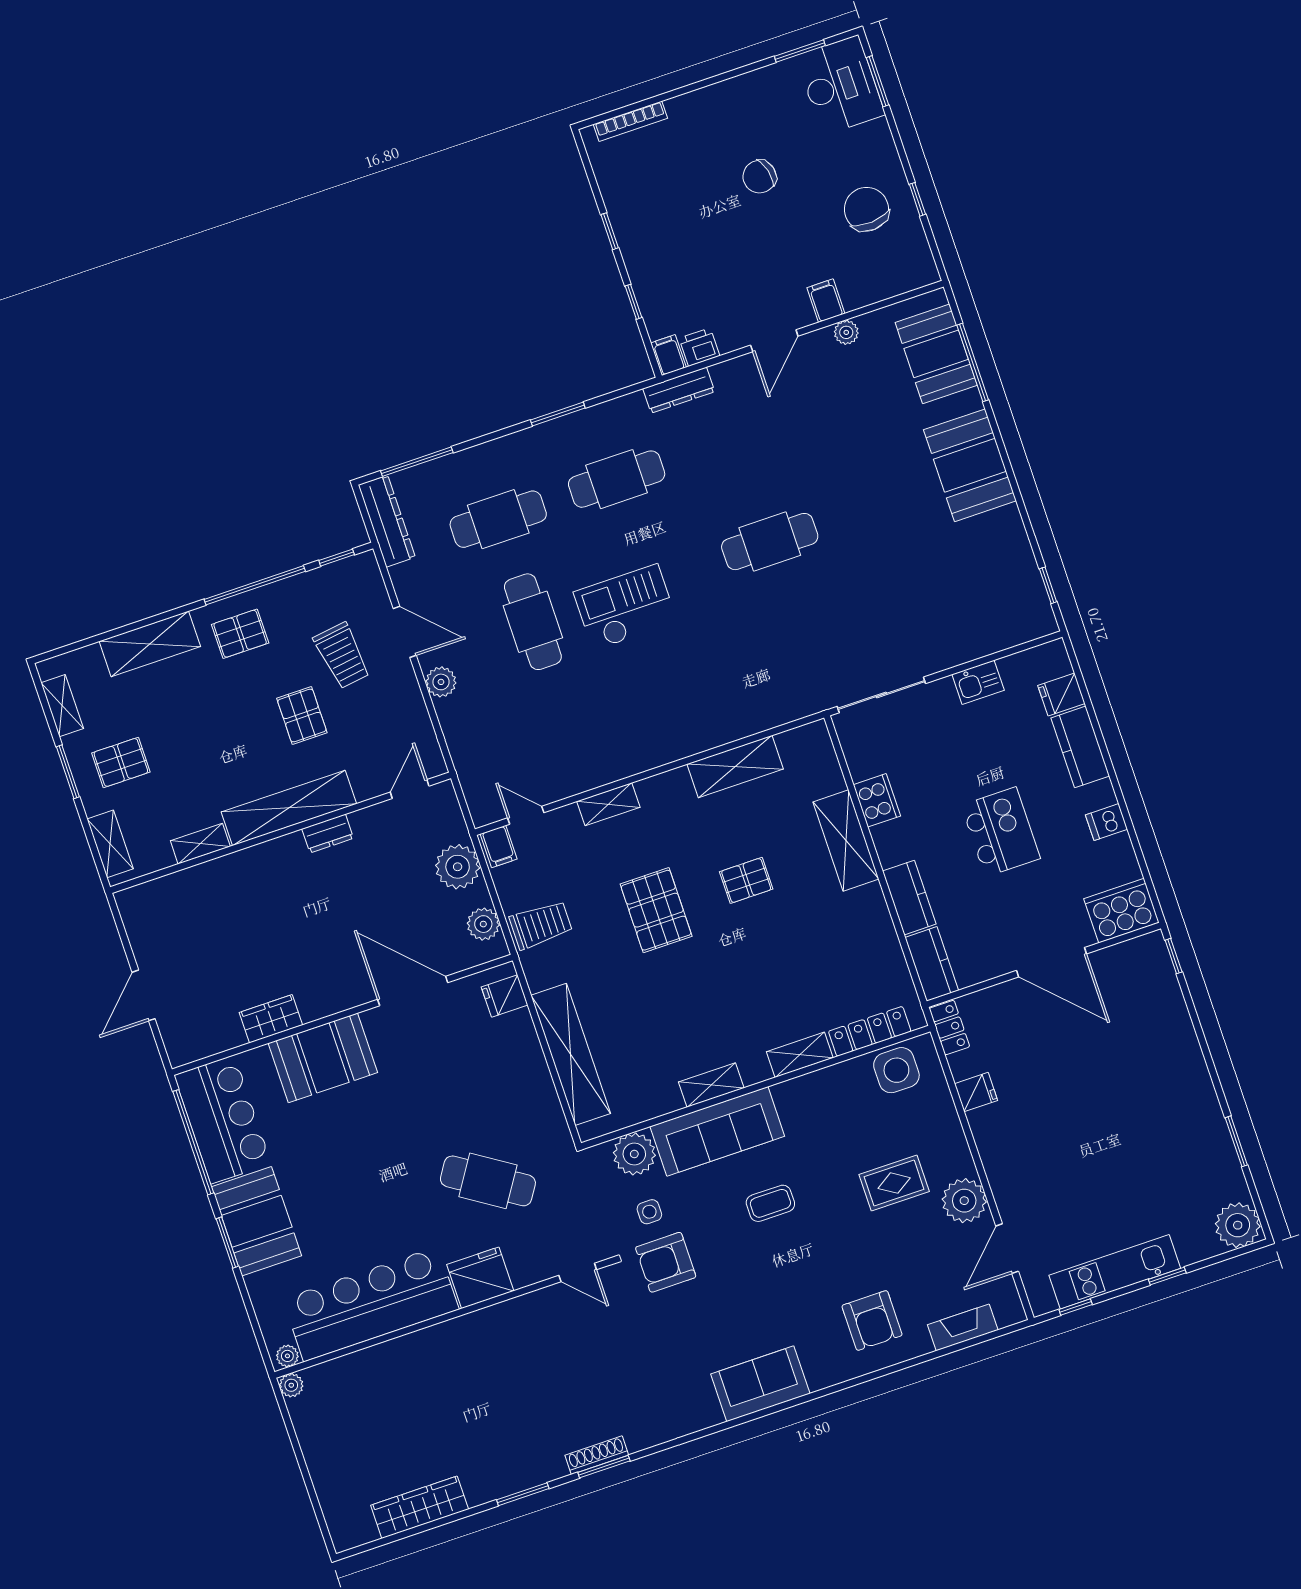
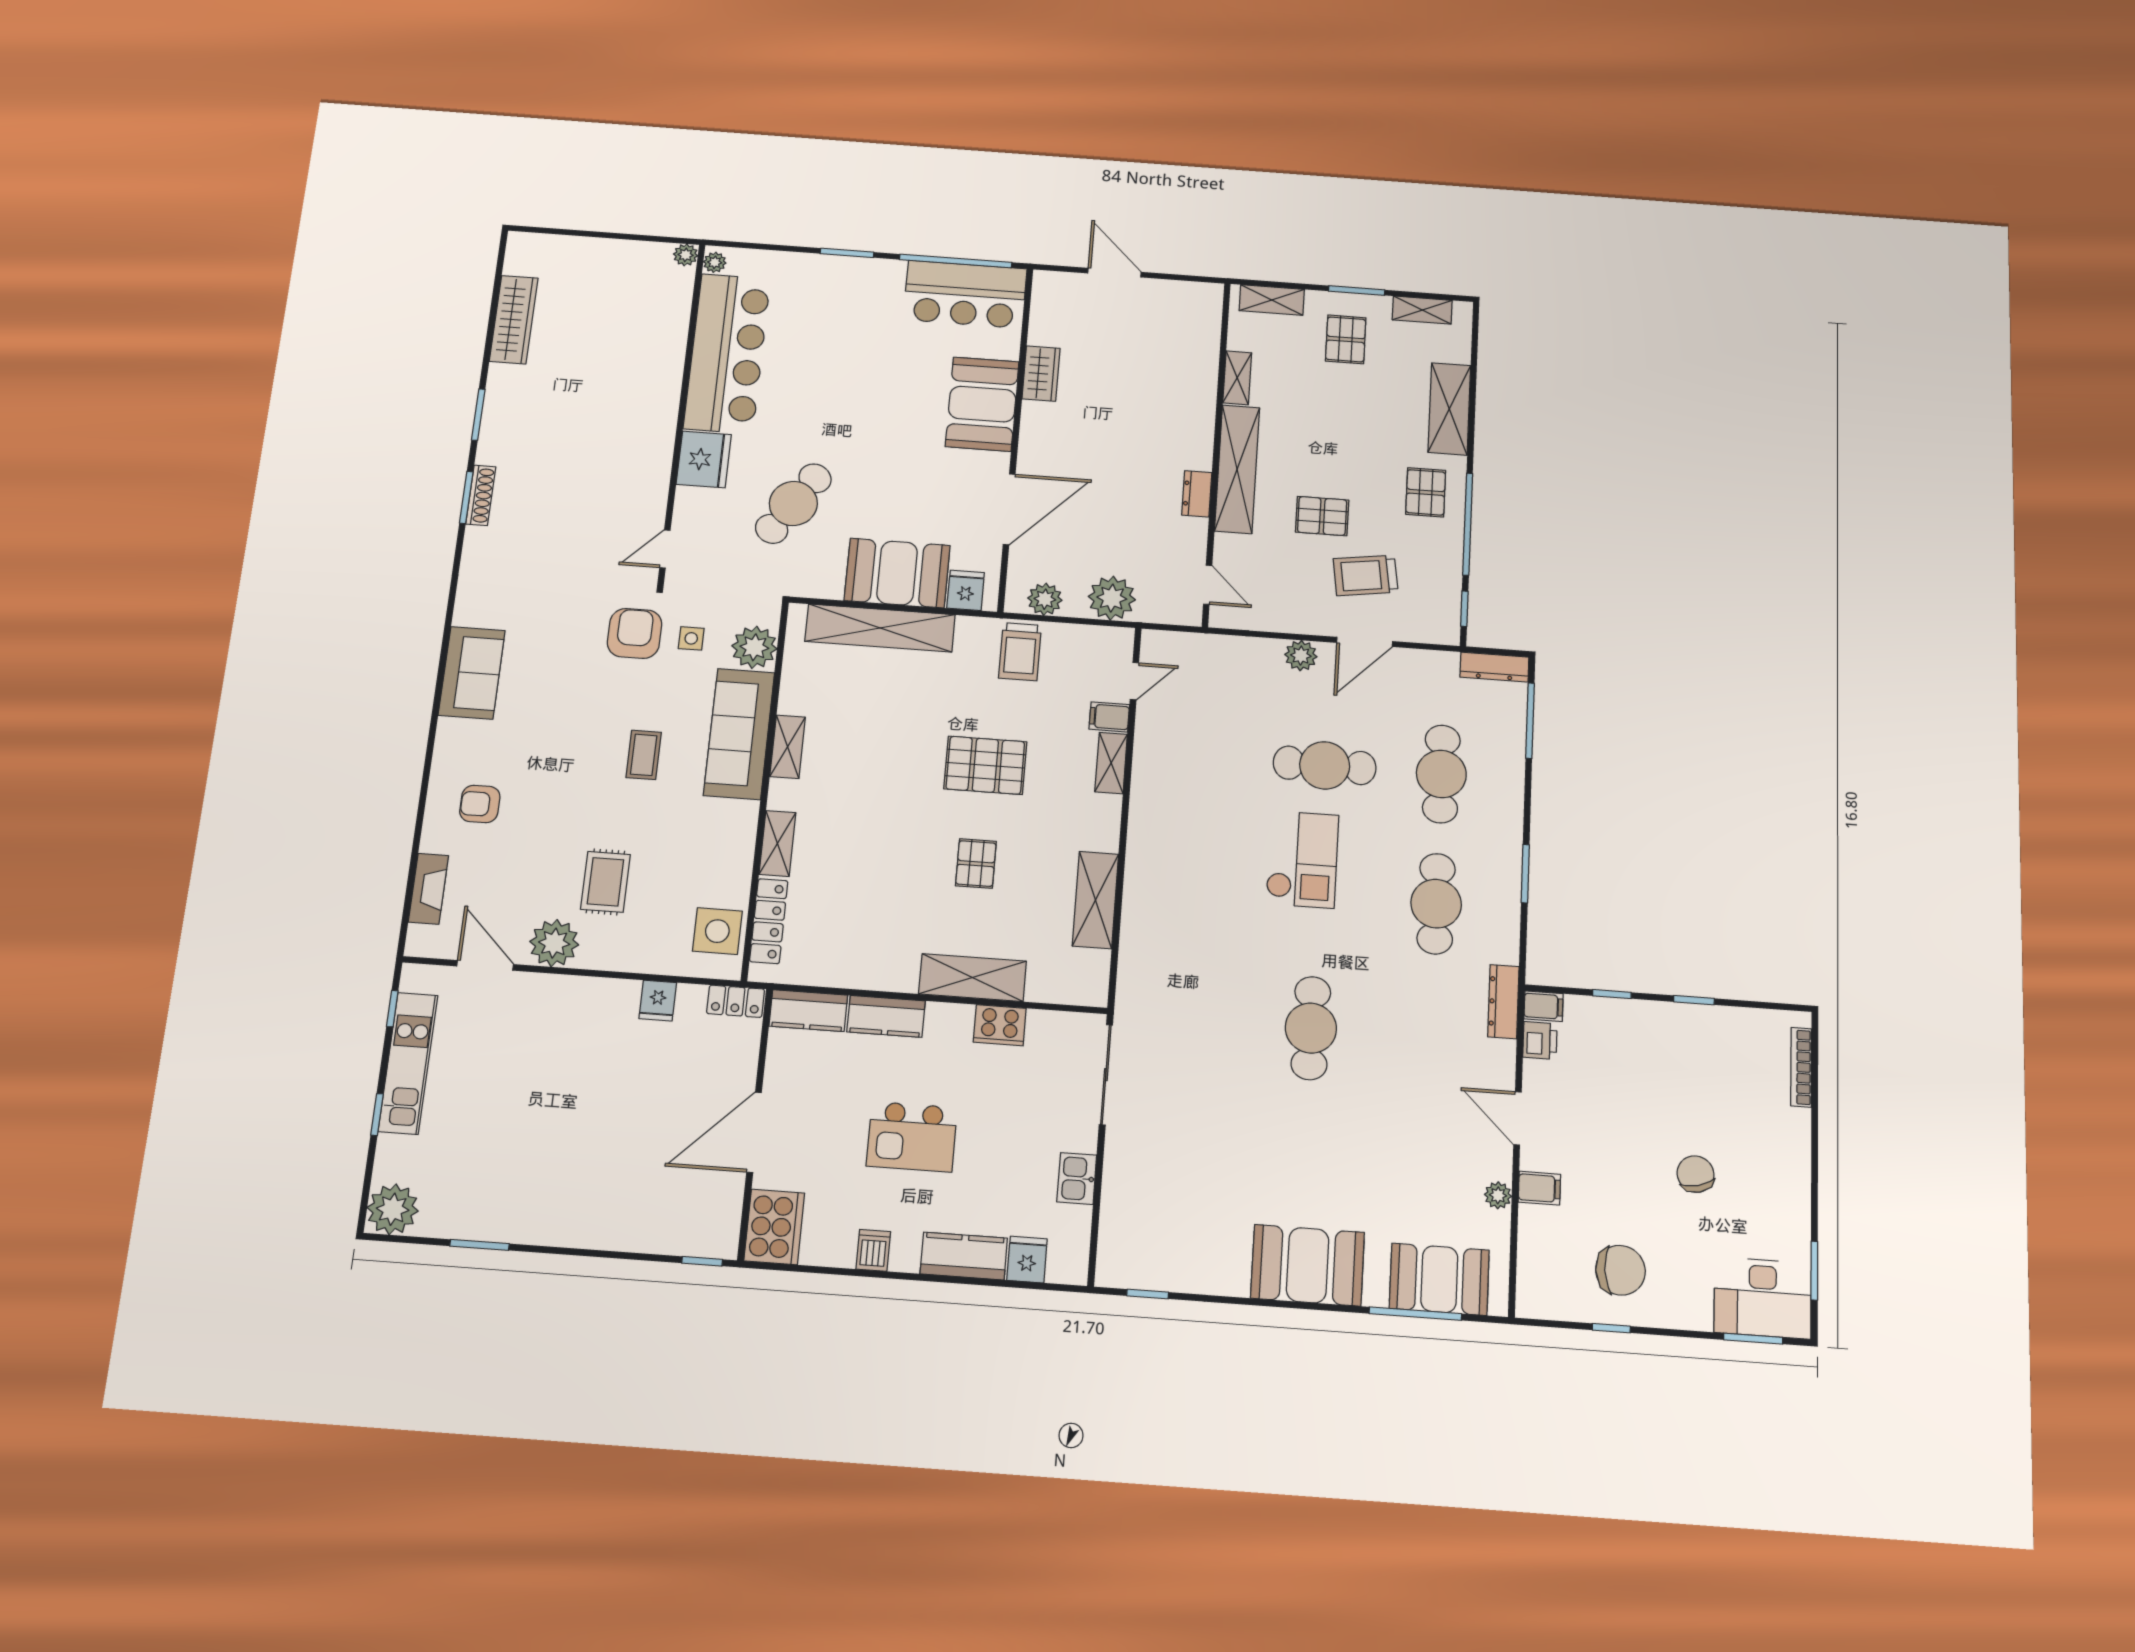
dresser: (387, 521) -> (1494, 667), width x0.73, depth x0.80
filing cabinet: (499, 847) -> (1109, 717), moved
booth: (257, 1221) -> (897, 573), moved
armchair: (872, 1320) -> (480, 804), width x0.72, depth x0.72

